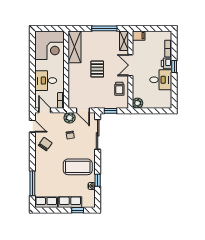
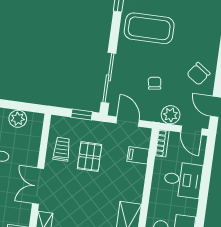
double door: (130, 65) -> (38, 186), swing flipped
pallet: (97, 69) -> (90, 157), moved
filing cabinet: (74, 91) -> (138, 155), added
plant: (138, 103) -> (18, 119), moved
plant: (70, 118) -> (171, 115), moved

